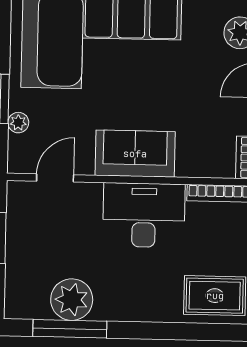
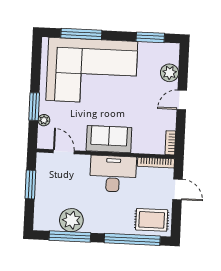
door: (55, 178) -> (64, 152), hinge flipped
window: (181, 331) -> (132, 239), added

